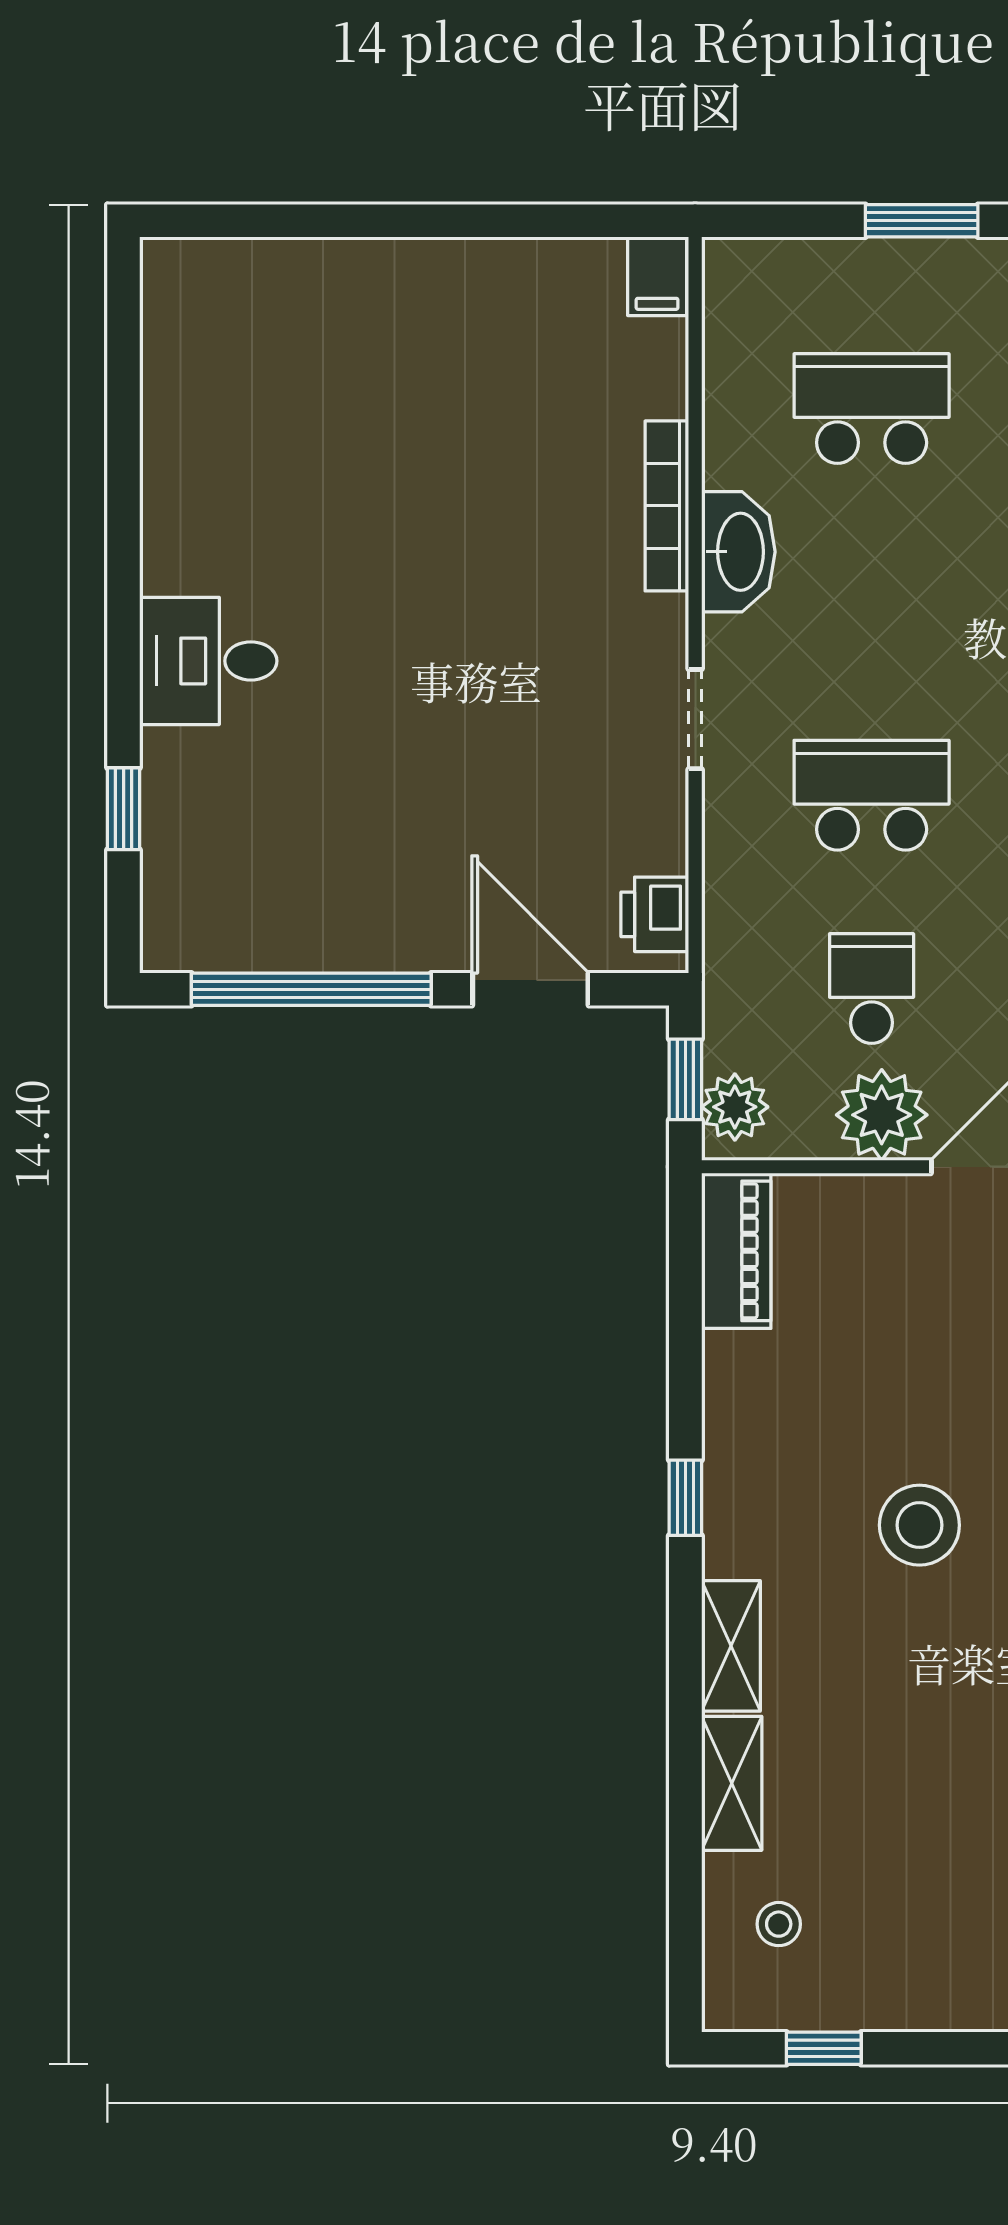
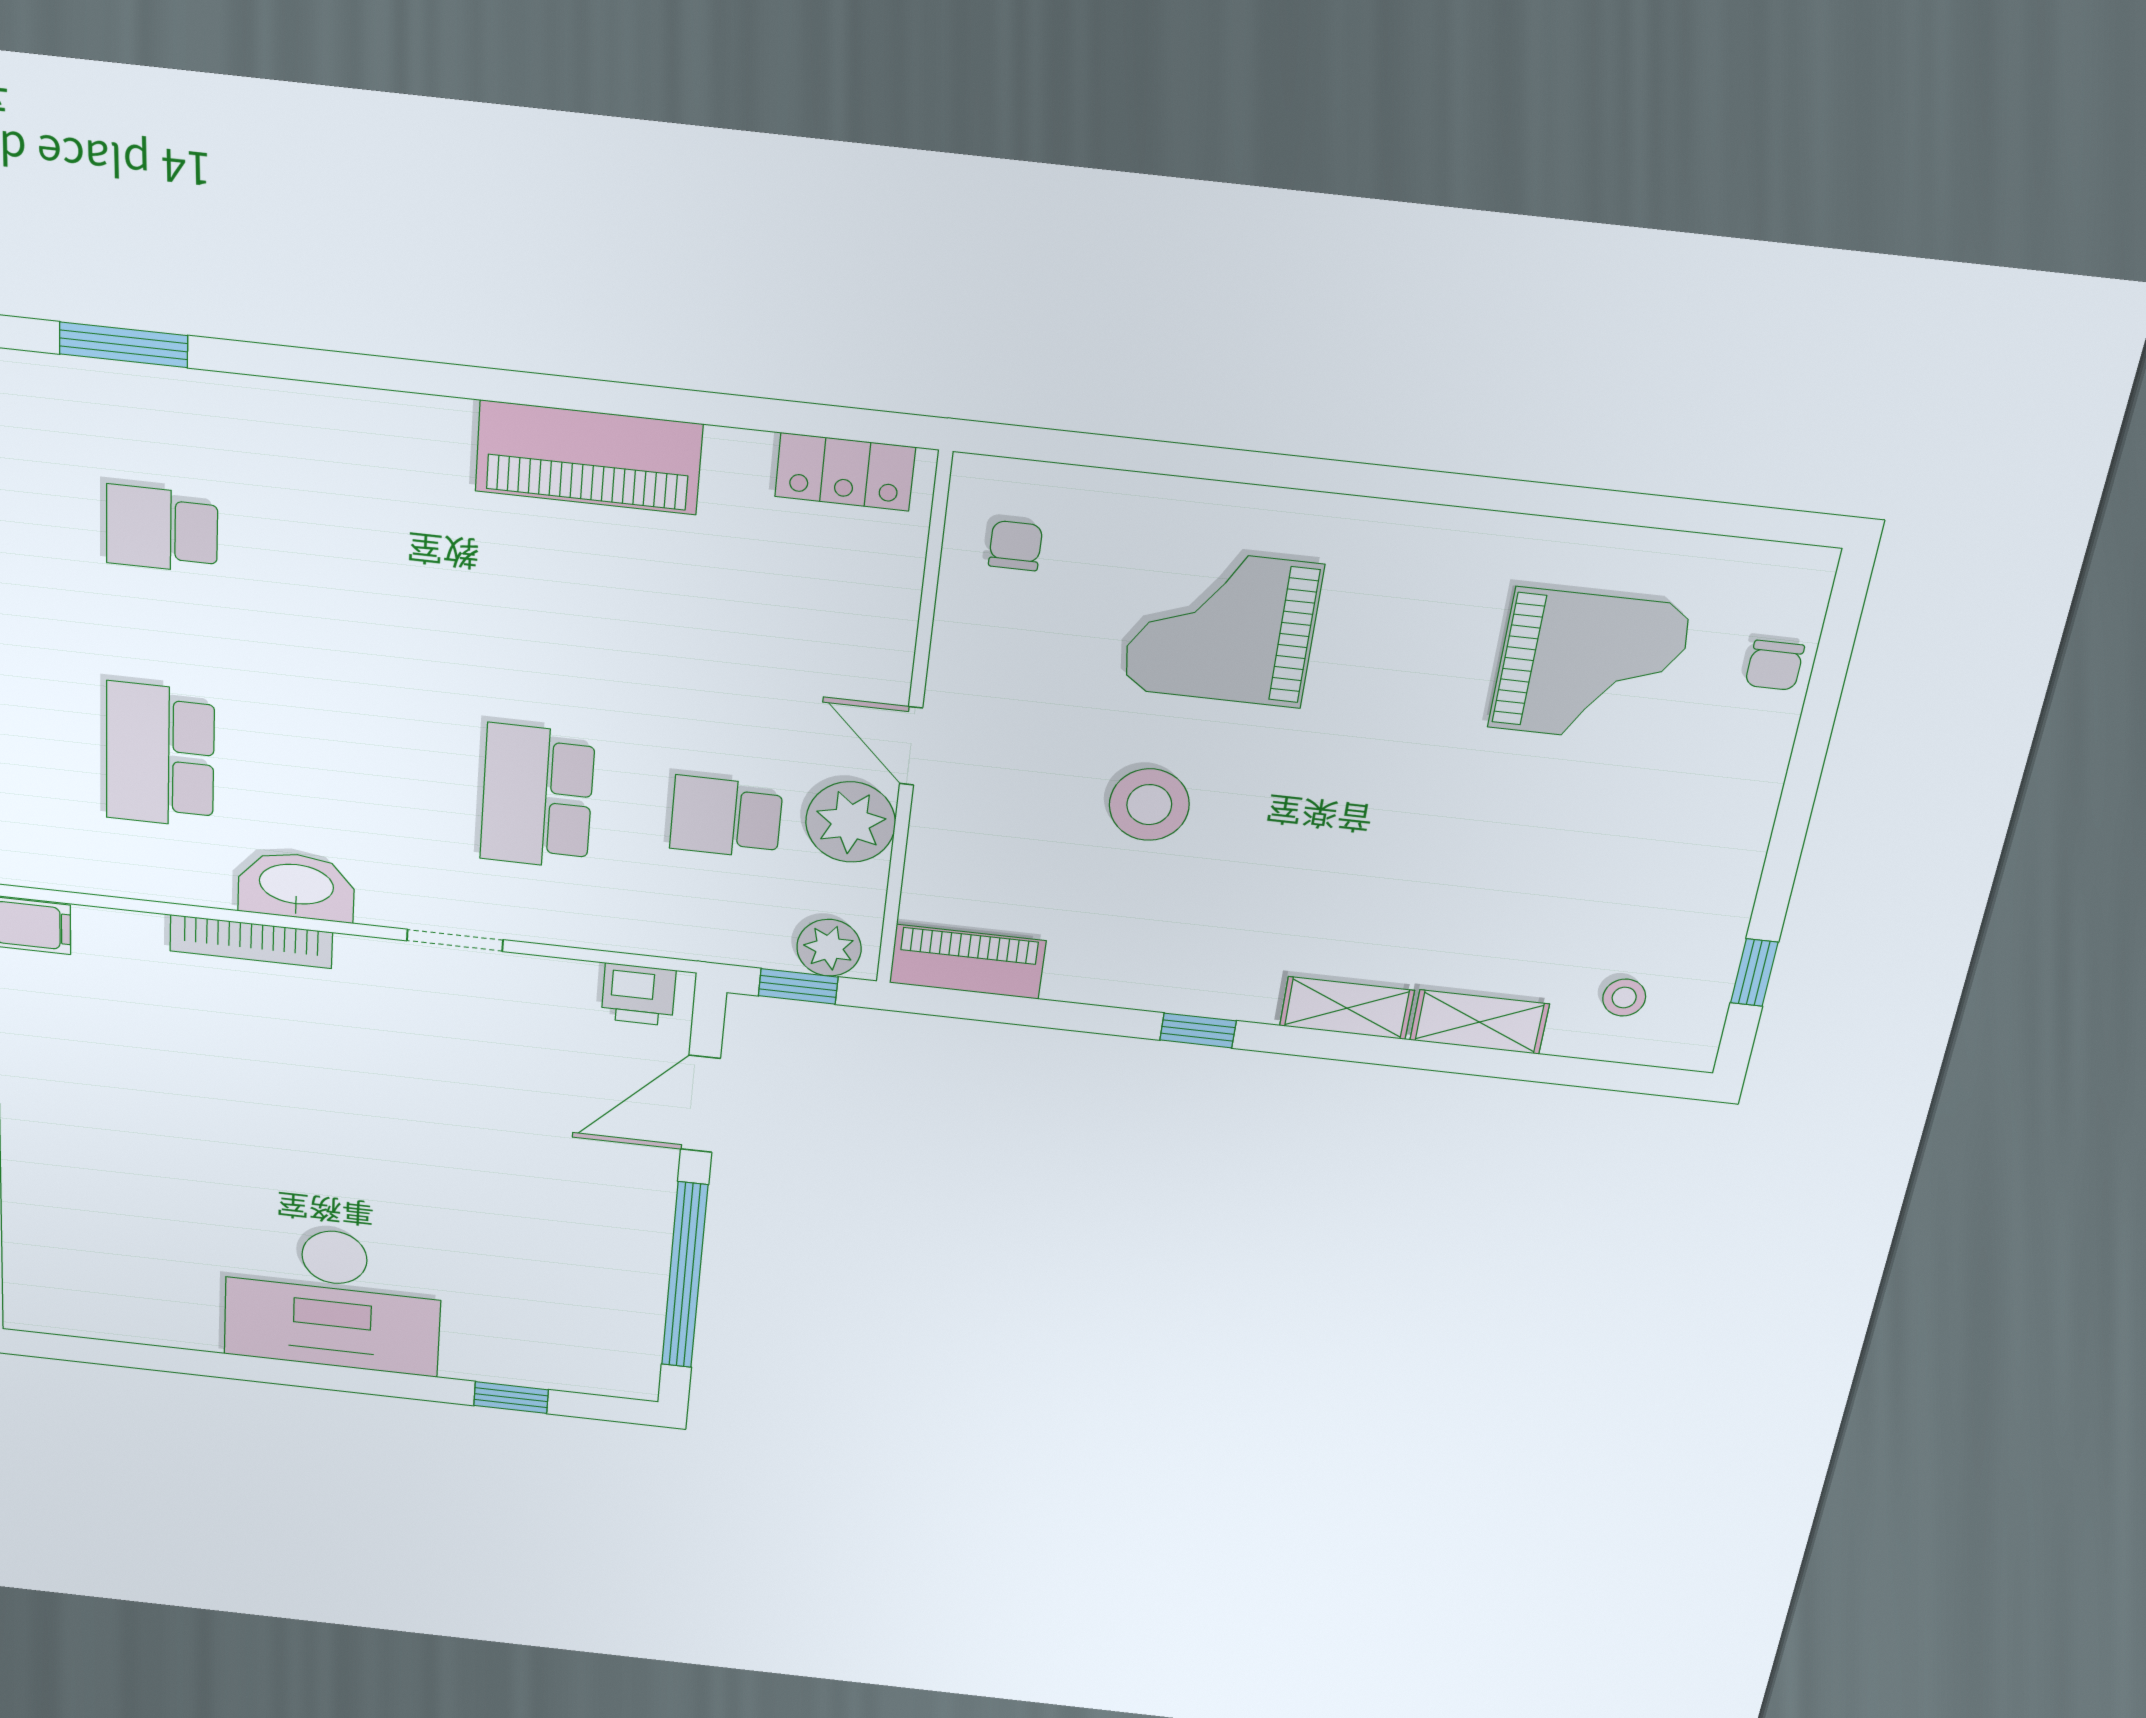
desk: (208, 661) -> (333, 1299), width x1.87, depth x1.30
stool: (919, 1525) -> (1149, 805), moved

